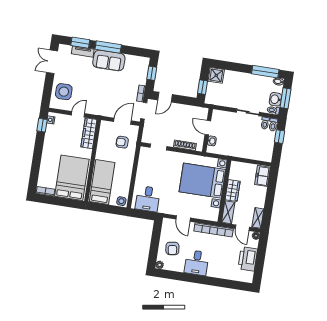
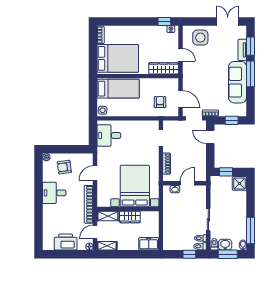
sofa: (109, 60) -> (238, 82), width x1.36

